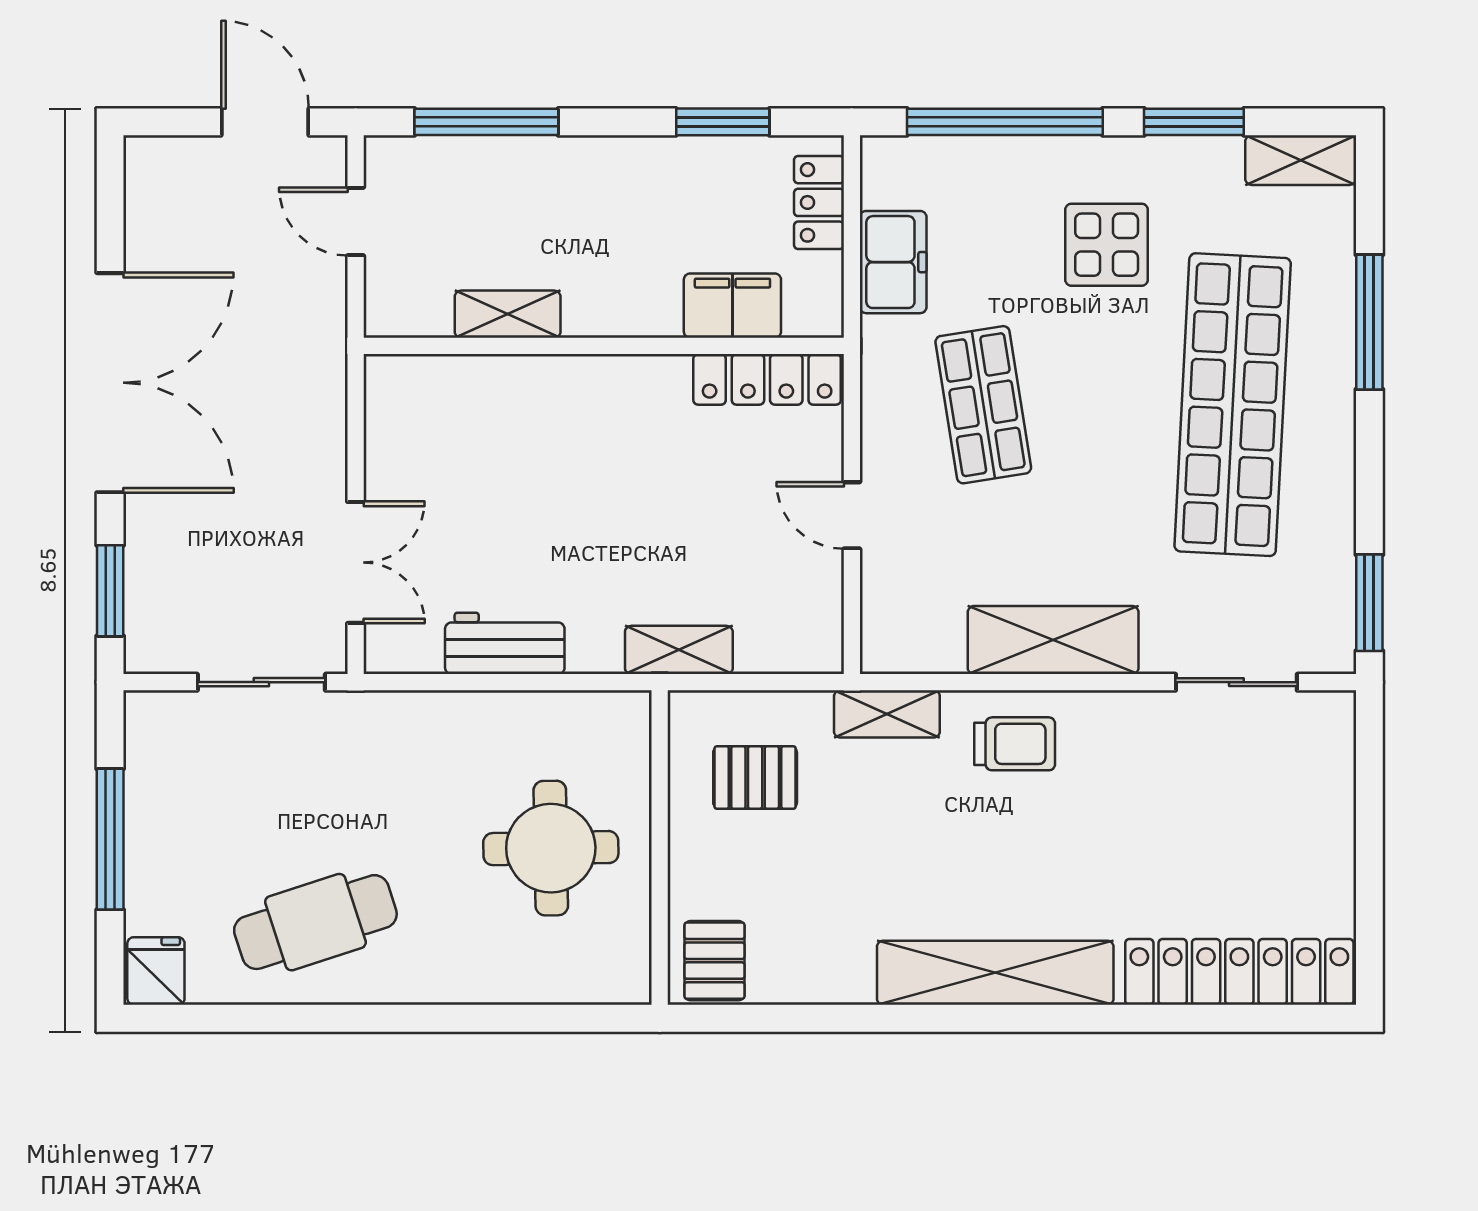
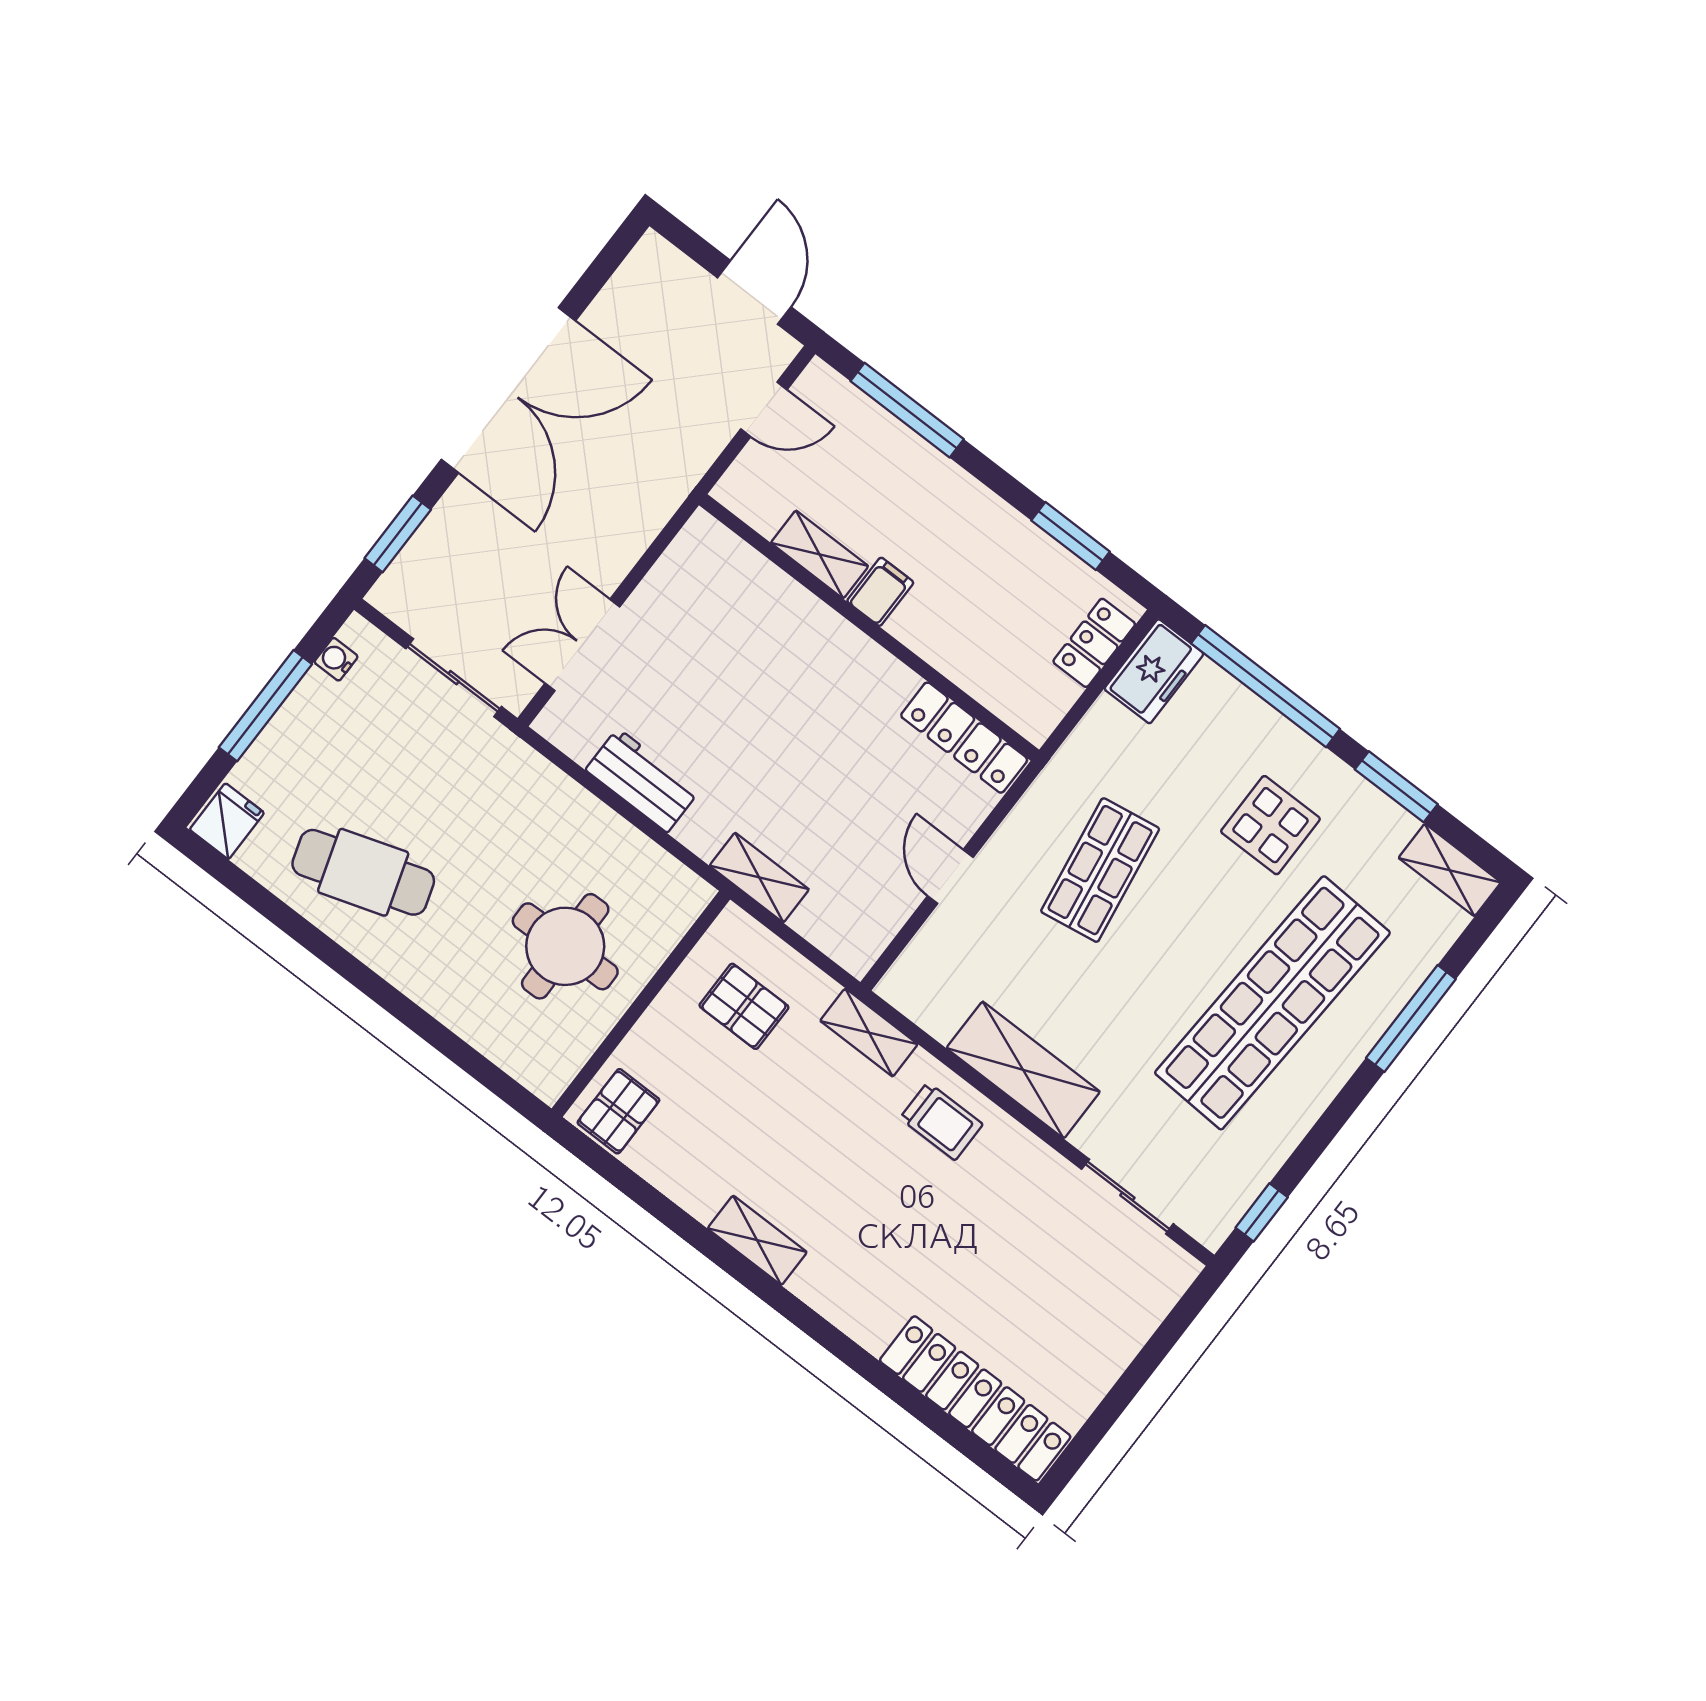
door: (356, 221) -> (764, 409), swing flipped
freezer: (893, 262) -> (1154, 671), moved
filing cabinet: (732, 306) -> (880, 592), moved, width x0.50
double door: (356, 562) -> (582, 645), swing flipped
window: (1369, 603) -> (1262, 1212), width x0.67
water cooler: (142, 748) -> (336, 659), added
shelving: (995, 973) -> (757, 1240), width x0.45, depth x0.75

